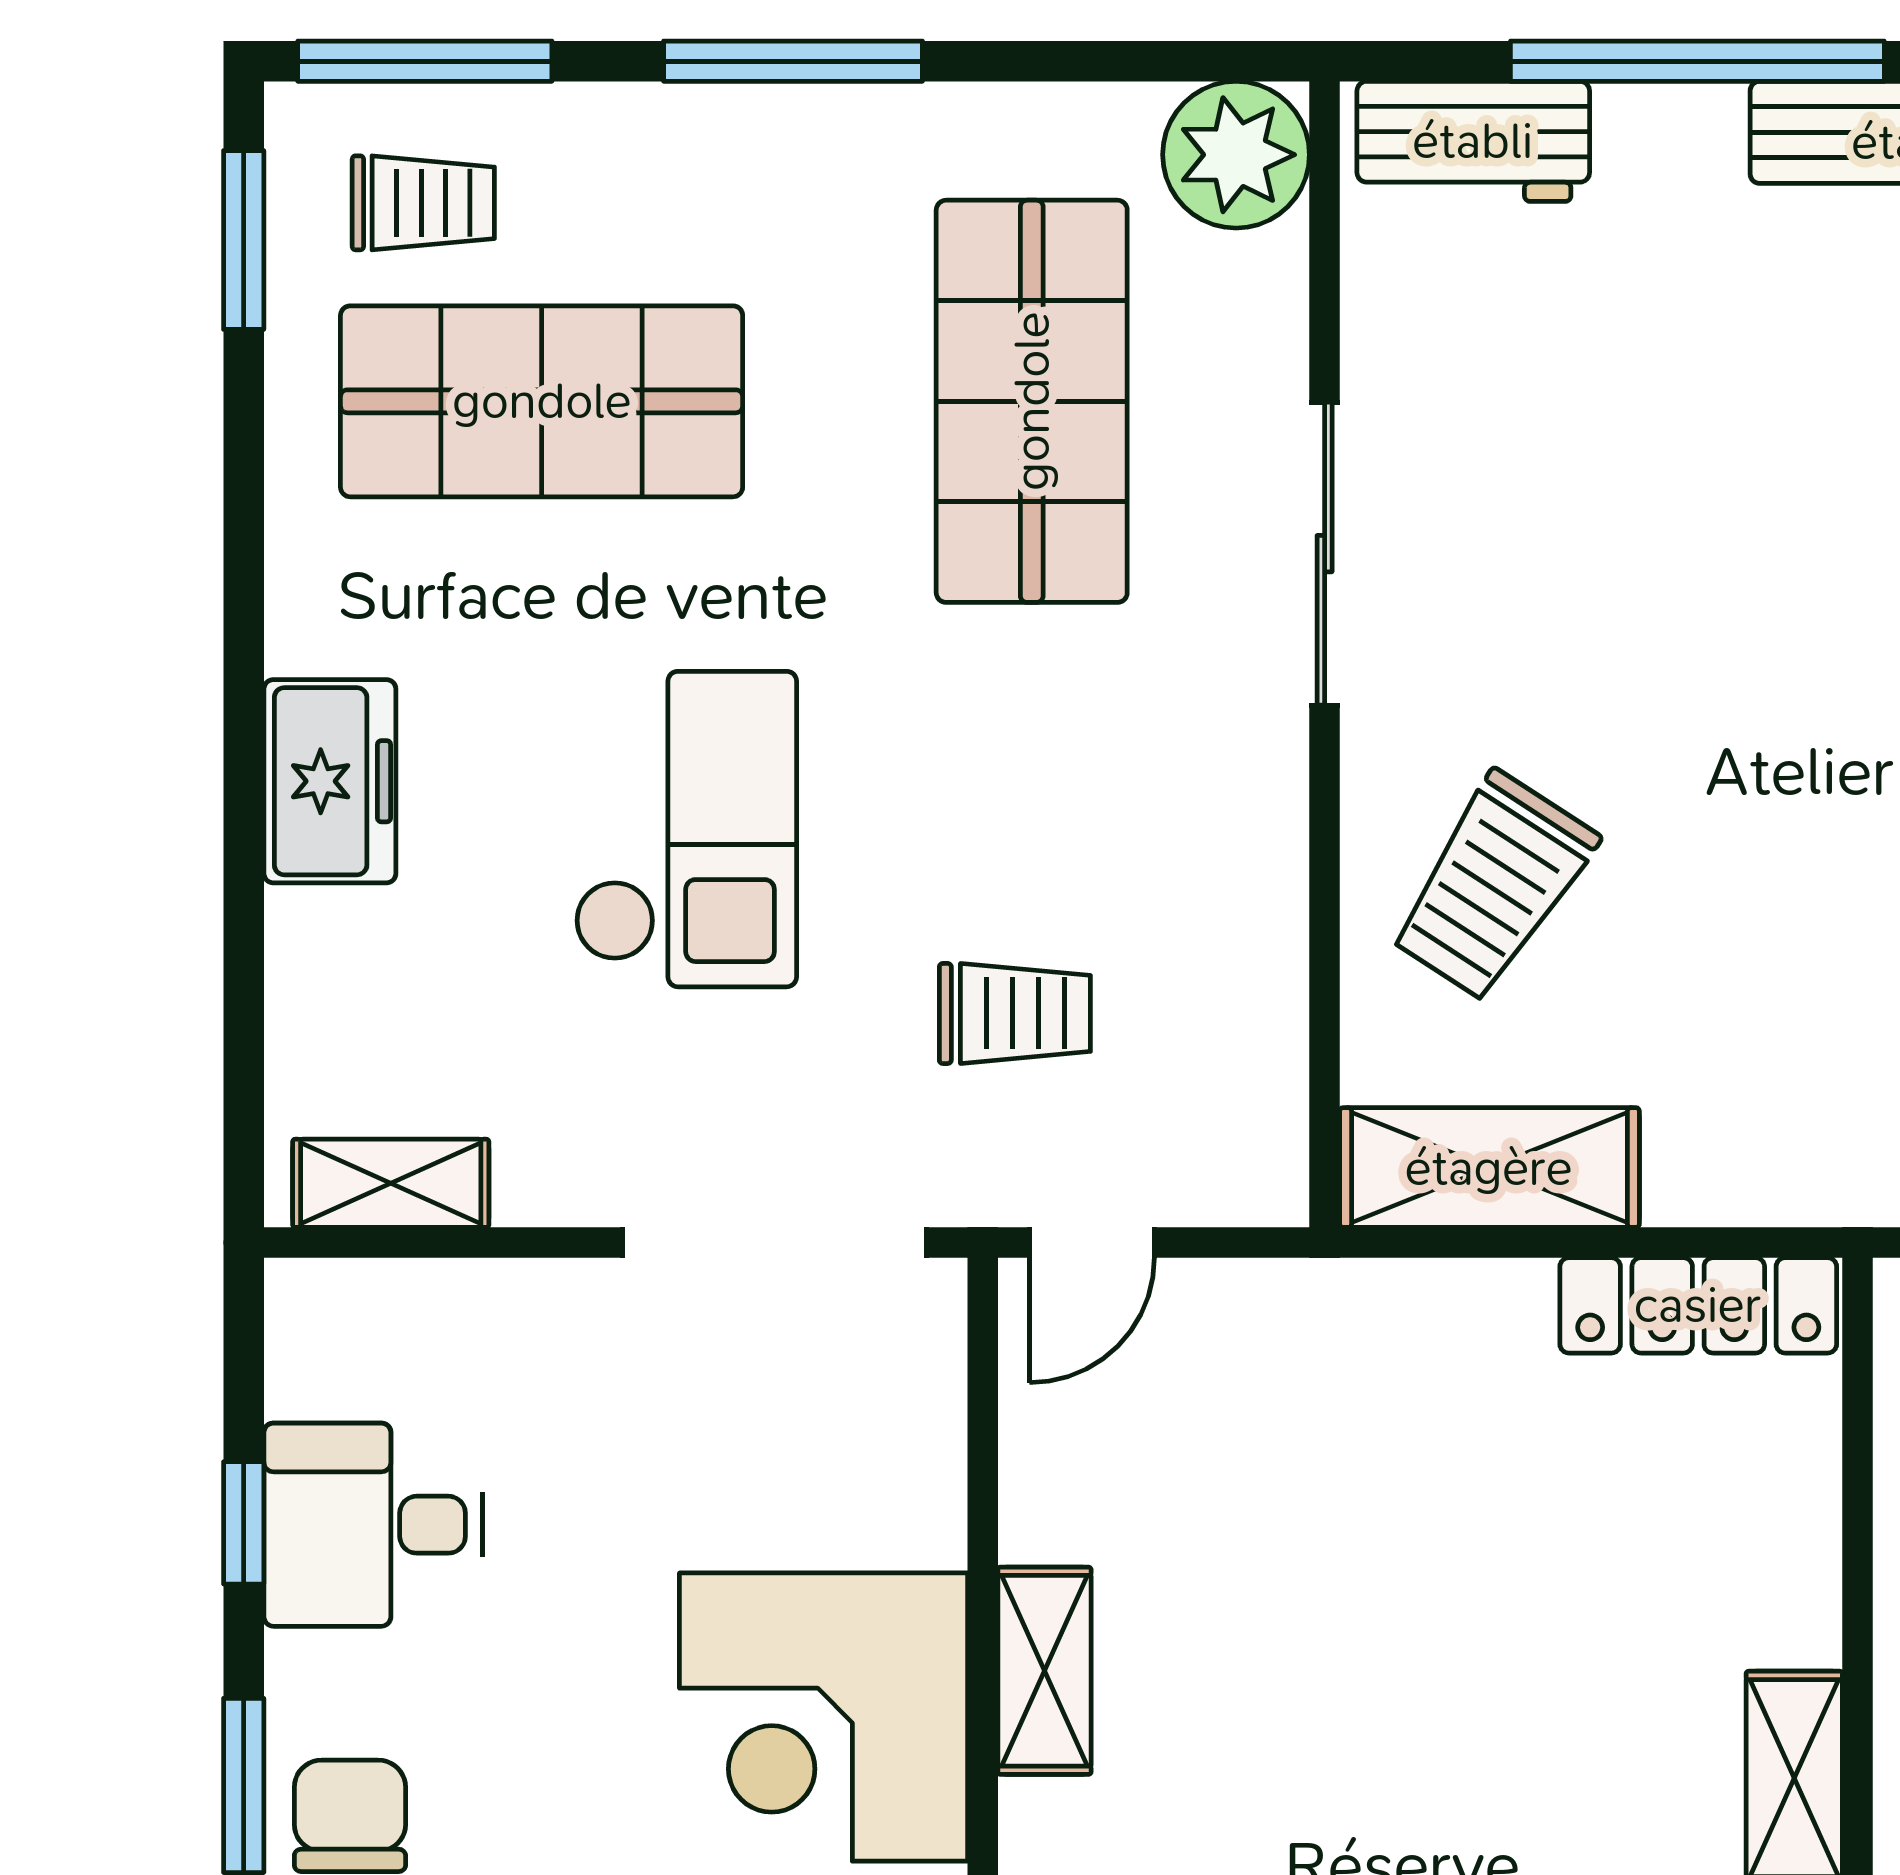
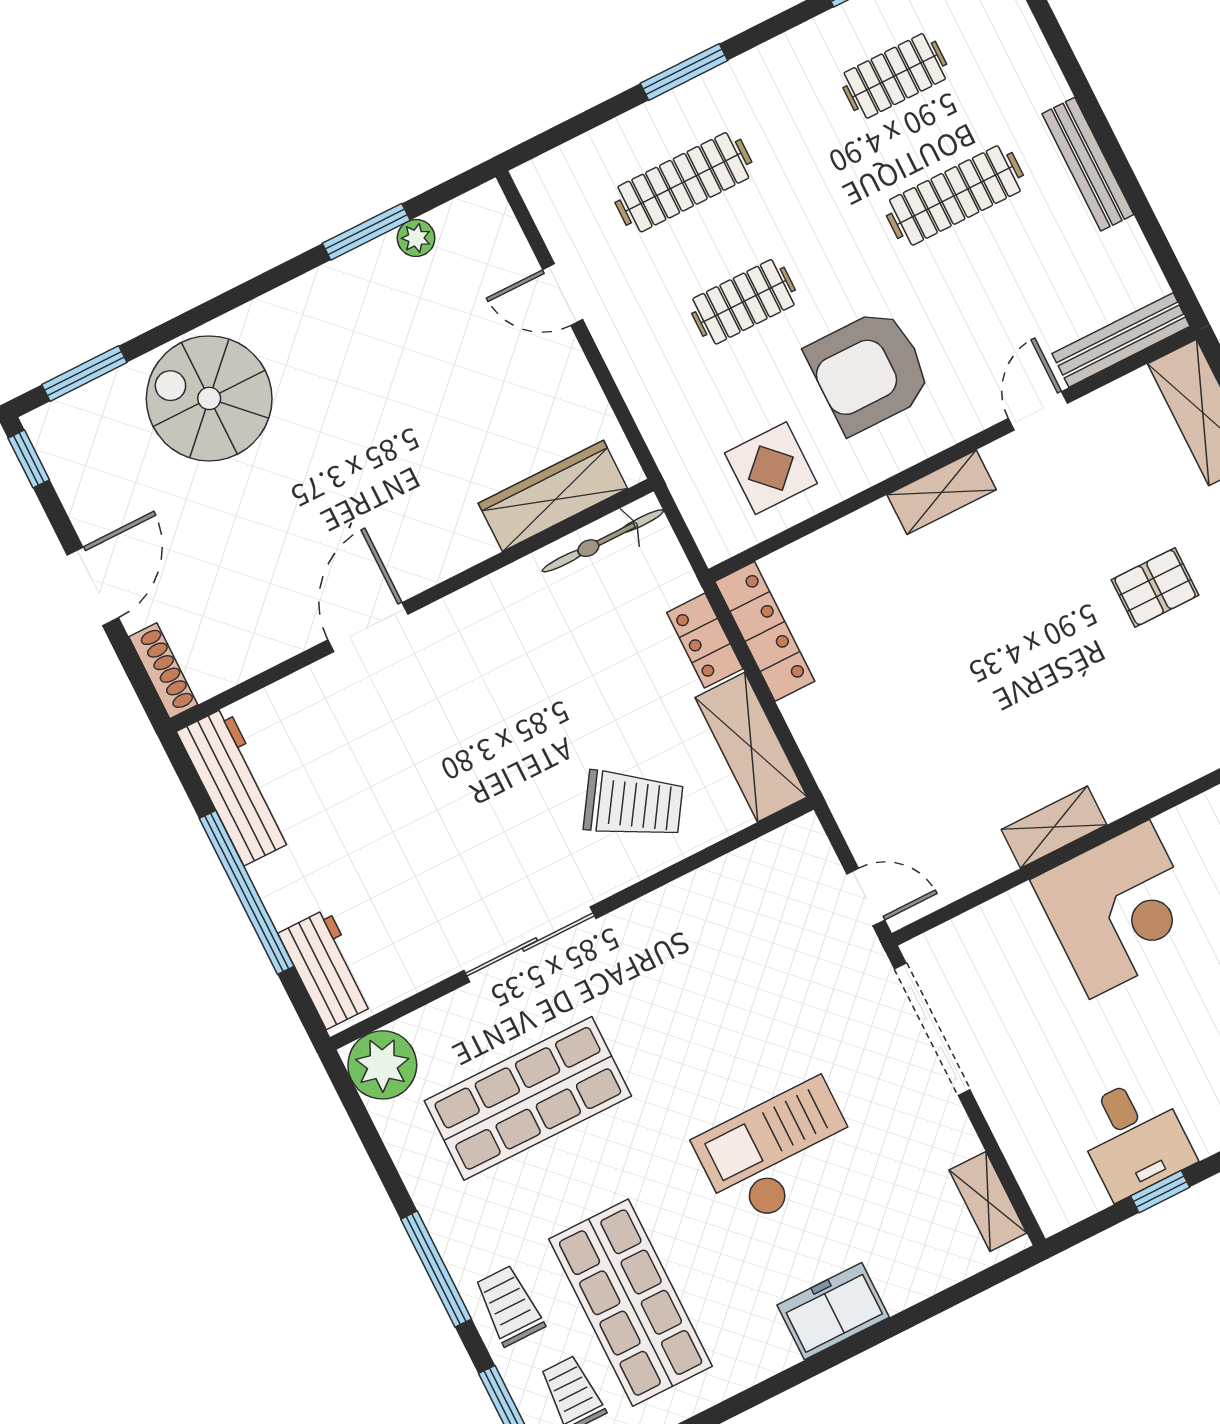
trolley: (1015, 1013) -> (509, 1306), moved
locker: (1738, 1182) -> (705, 641), added

